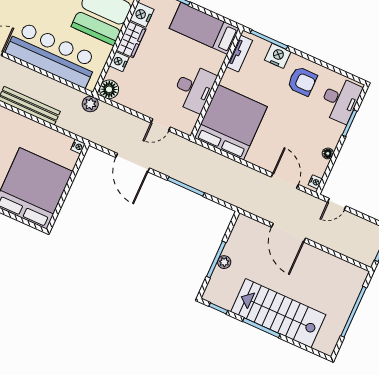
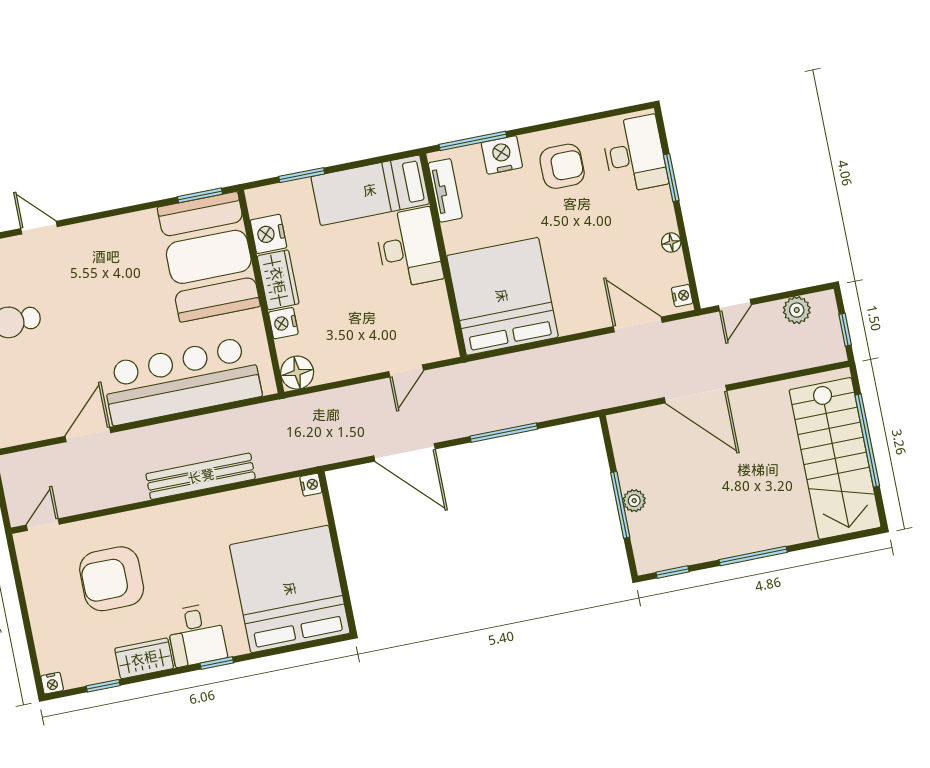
desk: (194, 88) -> (409, 248), moved
plant: (90, 104) -> (797, 310), moved
stairs: (278, 313) -> (835, 458), moved, turned -90

